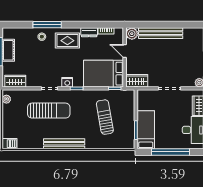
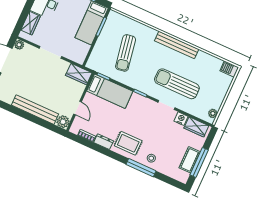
bed: (103, 74) -> (110, 91), width x0.67
nightstand: (67, 82) -> (181, 119), moved

